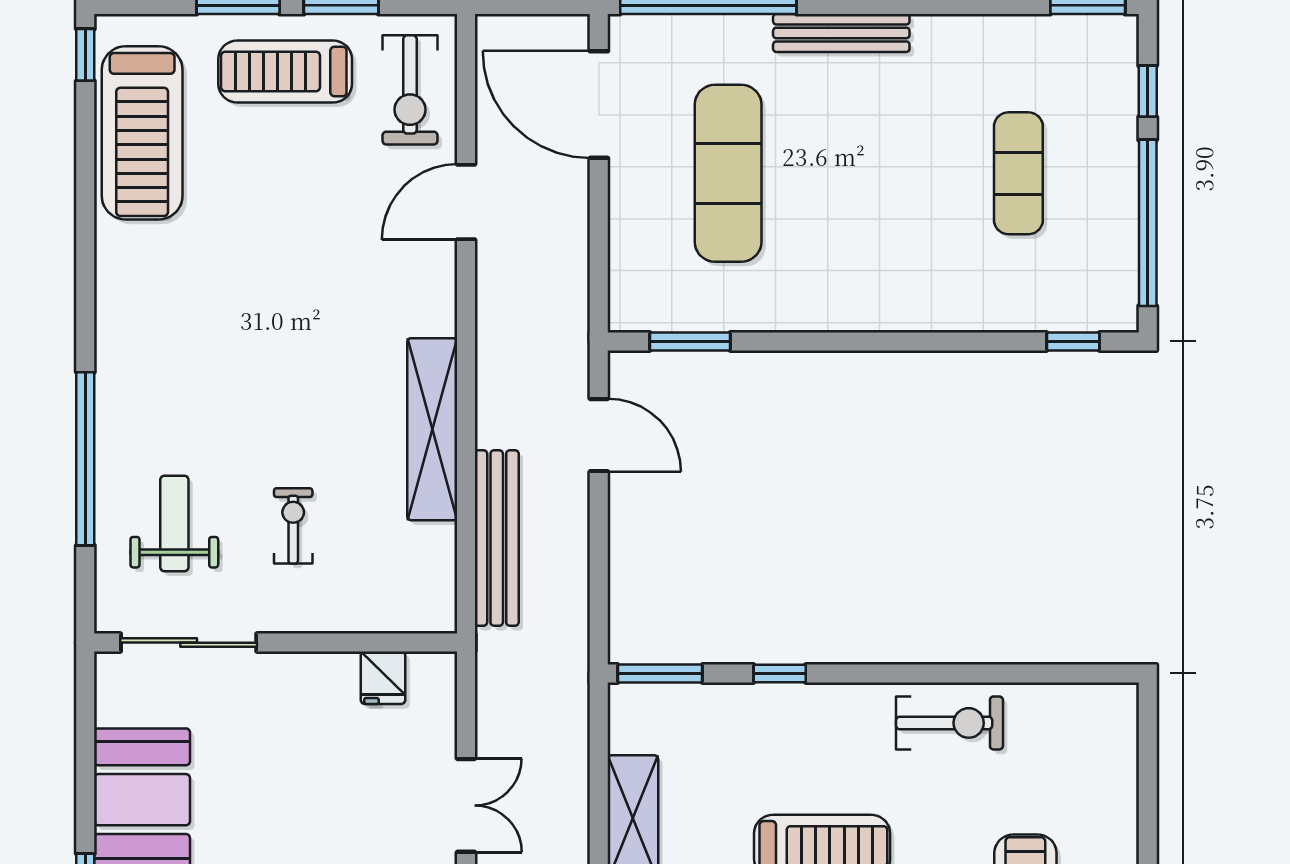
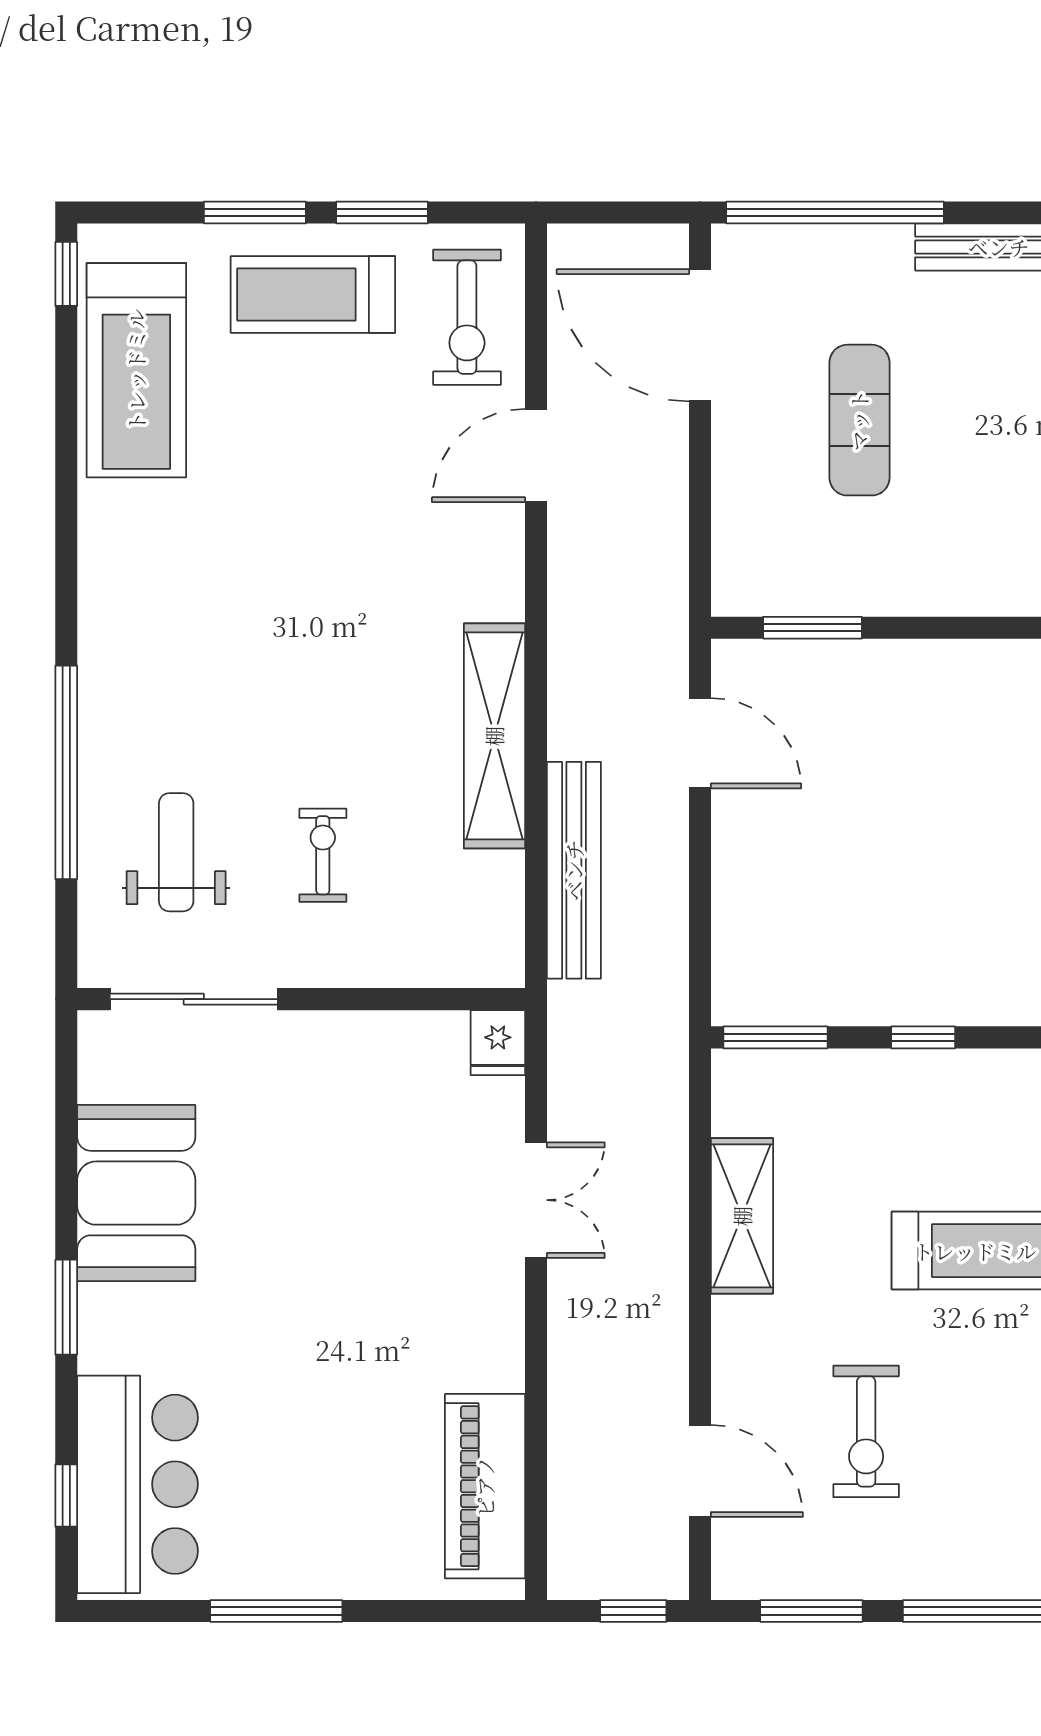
exercise mat: (728, 173) -> (859, 420), width x0.73, depth x0.69
fridge: (383, 678) -> (498, 1043), moved

